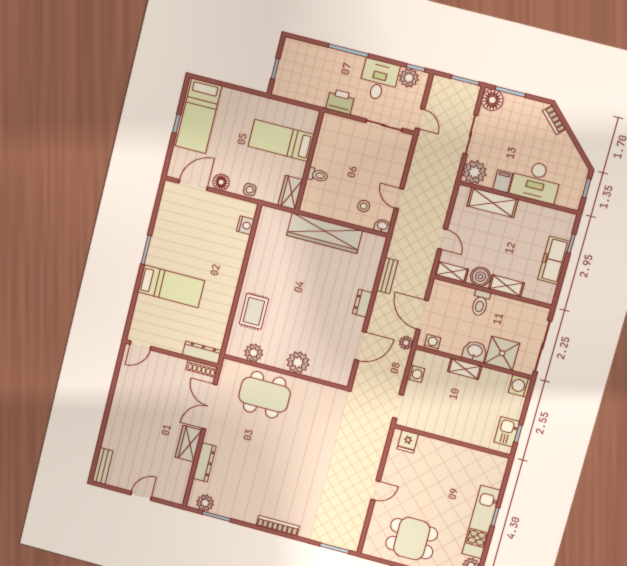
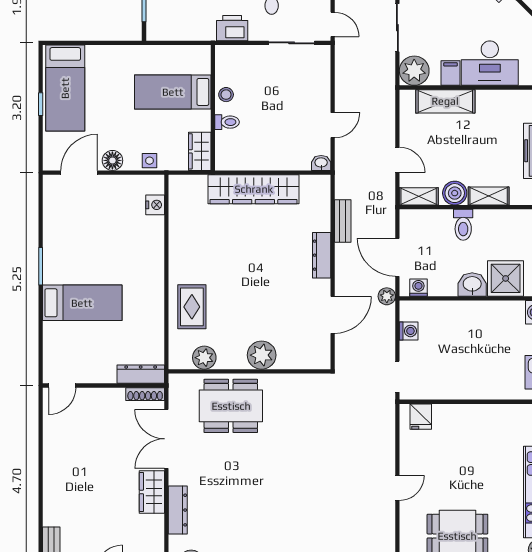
door: (399, 199) -> (333, 125), swing flipped
stool: (364, 206) -> (226, 95), moved
dresser: (363, 303) -> (322, 255), width x1.44
shelving: (465, 369) -> (466, 309), removed

